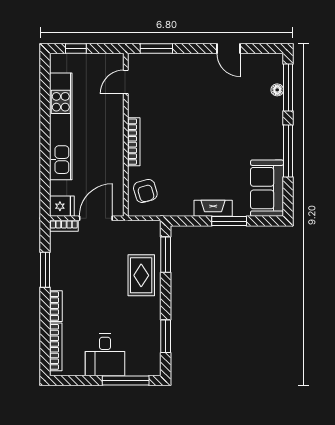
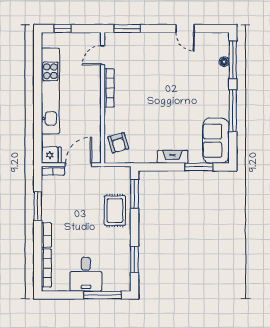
bookcase: (134, 142) -> (109, 88), moved
window: (229, 221) -> (199, 167), moved

